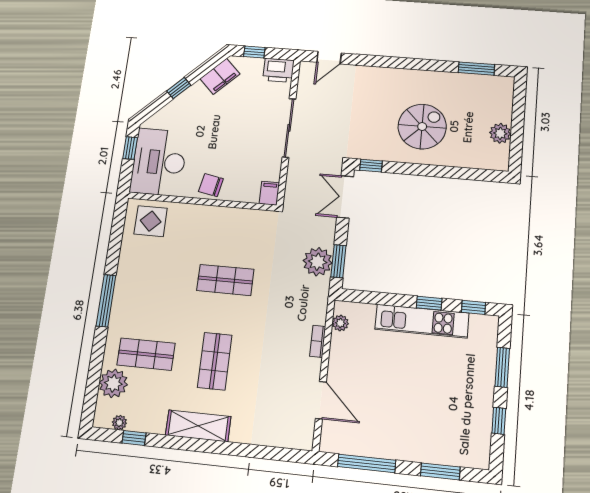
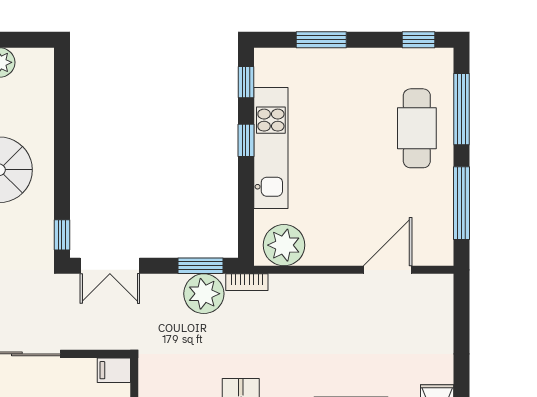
plant: (340, 323) -> (284, 245), width x1.88, depth x1.88
bookcase: (318, 341) -> (247, 282), moved
window: (499, 421) -> (419, 40), moved
cafe table: (428, 434) -> (417, 128), added
window: (440, 471) -> (461, 109), width x1.44

